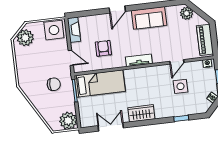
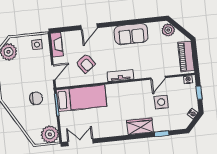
door: (117, 10) -> (89, 27), moved
side table: (54, 30) -> (37, 45), width x0.54, depth x0.54
armchair: (103, 48) -> (86, 63), turned 143
door: (71, 58) -> (53, 72), hinge flipped
wardrobe: (141, 113) -> (140, 126), moved
double door: (111, 127) -> (80, 142), moved

